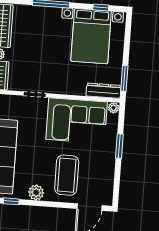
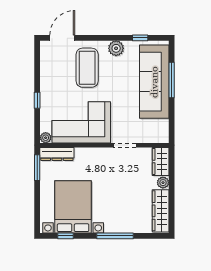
window: (119, 146) -> (37, 100), width x0.67

